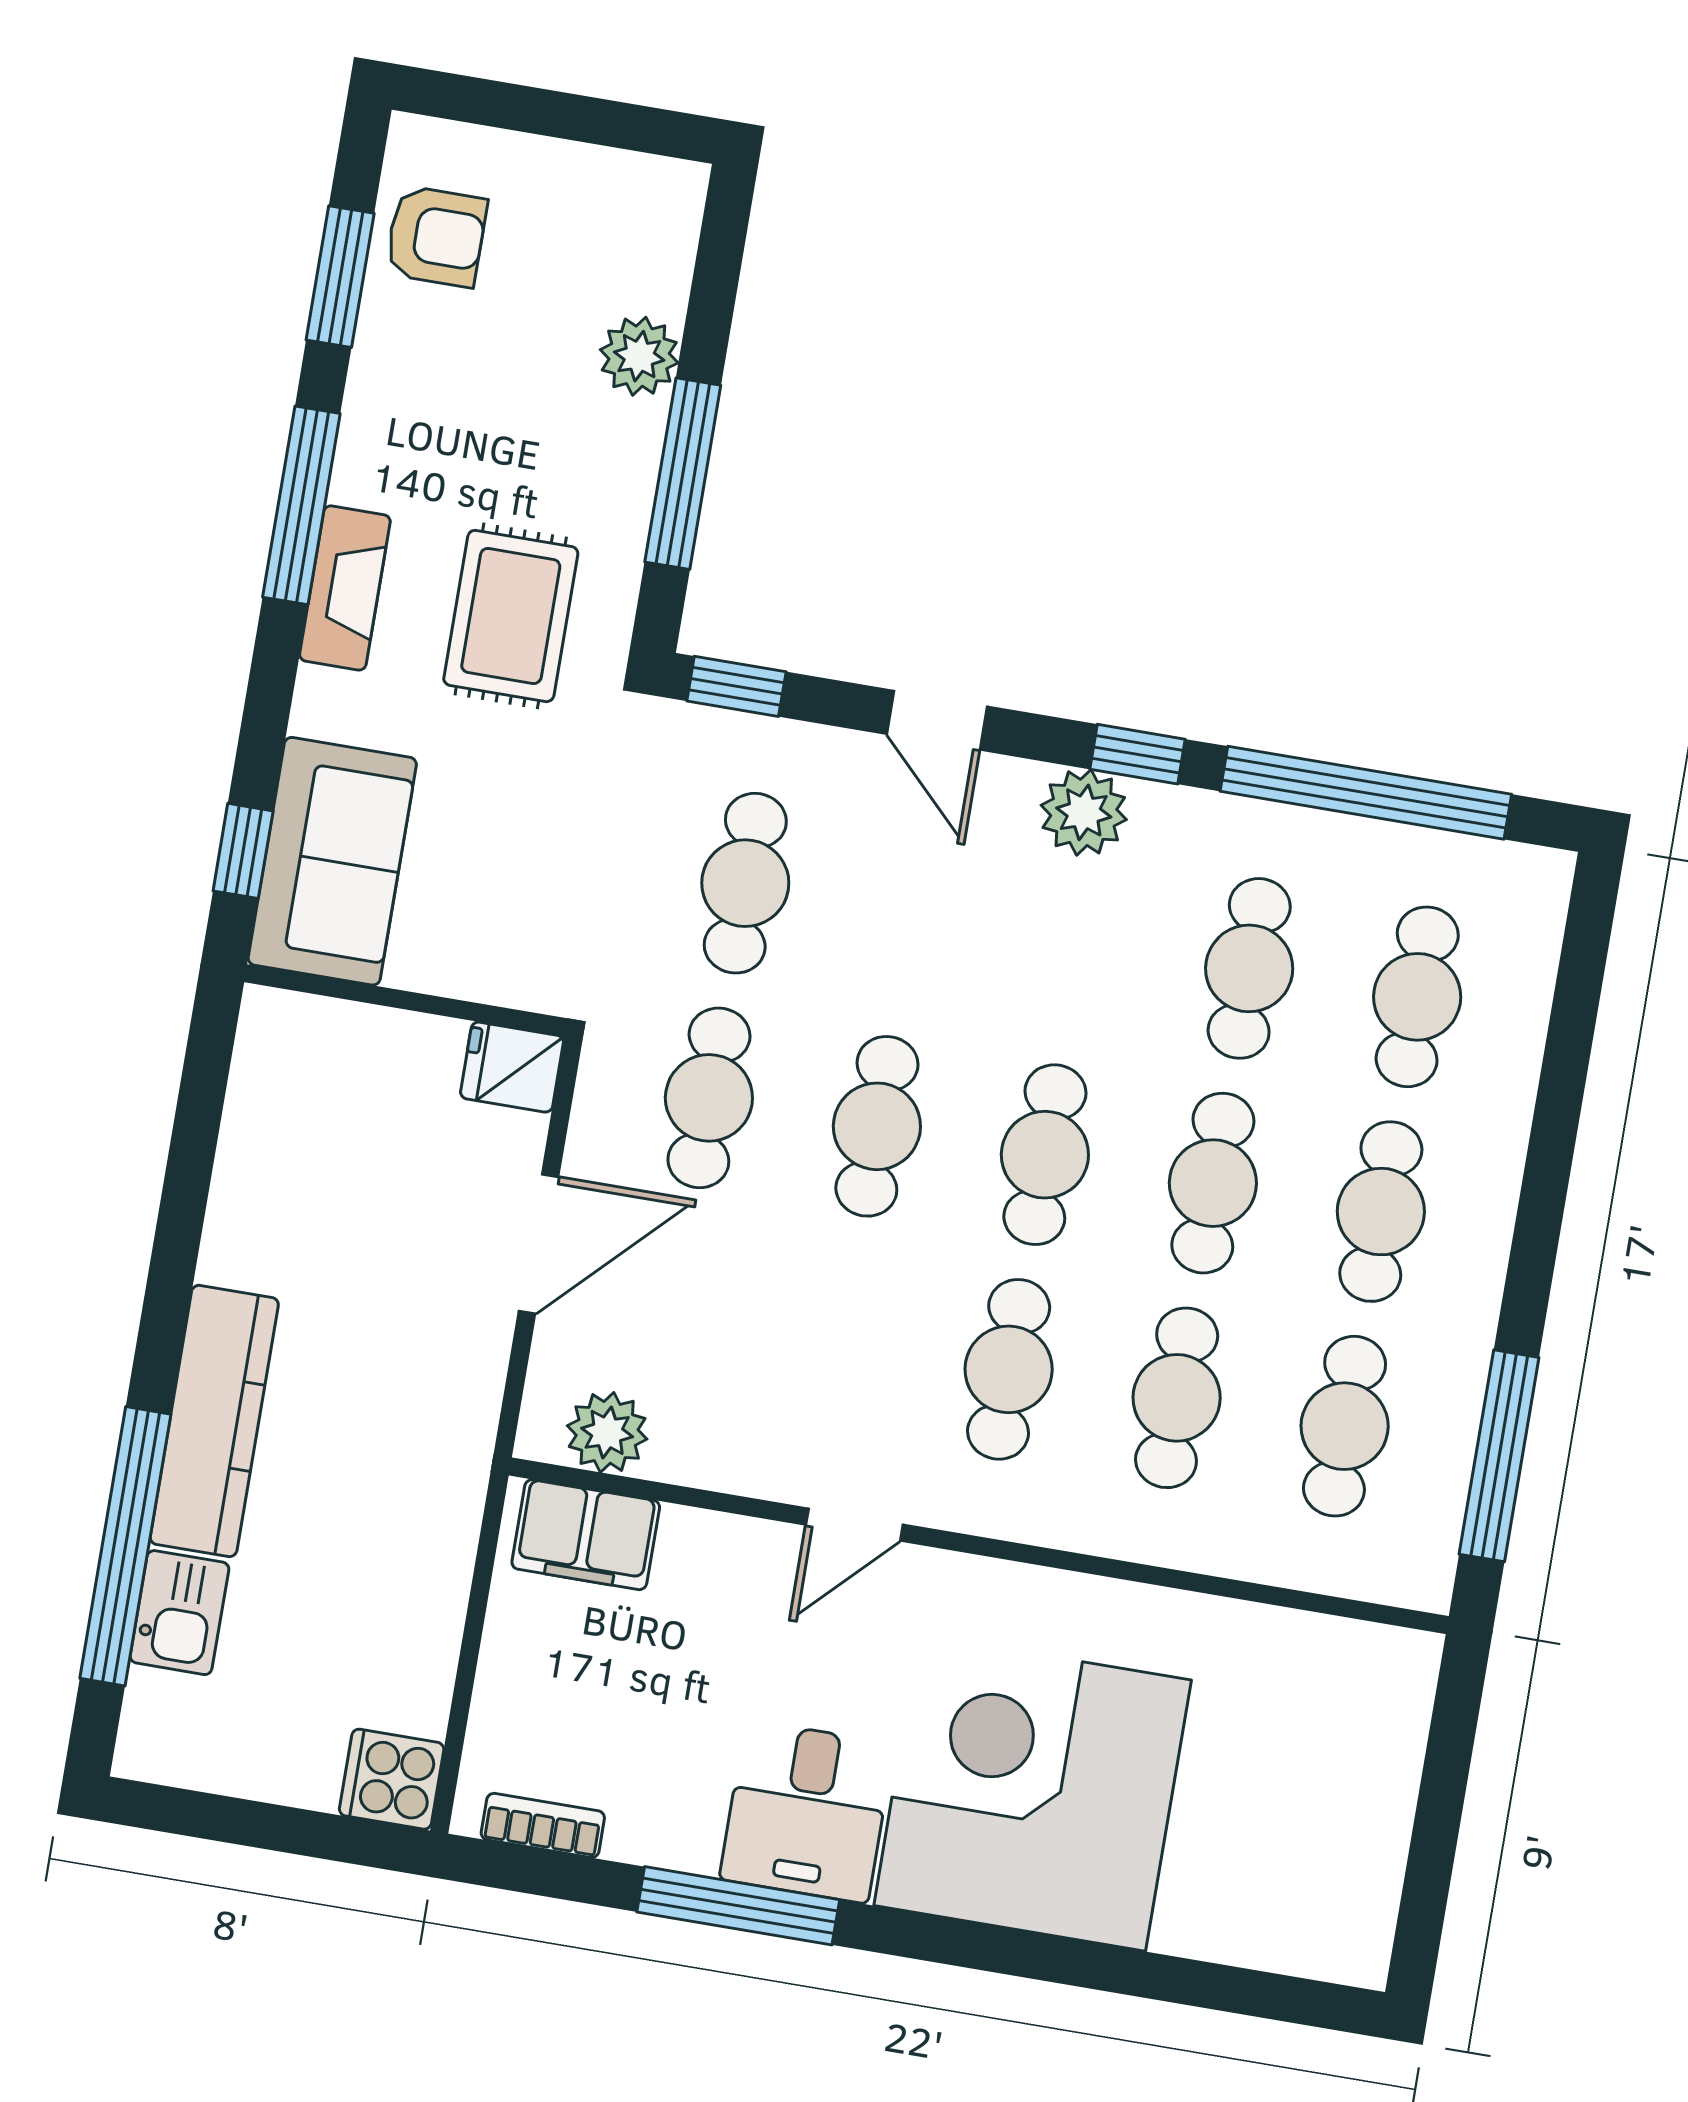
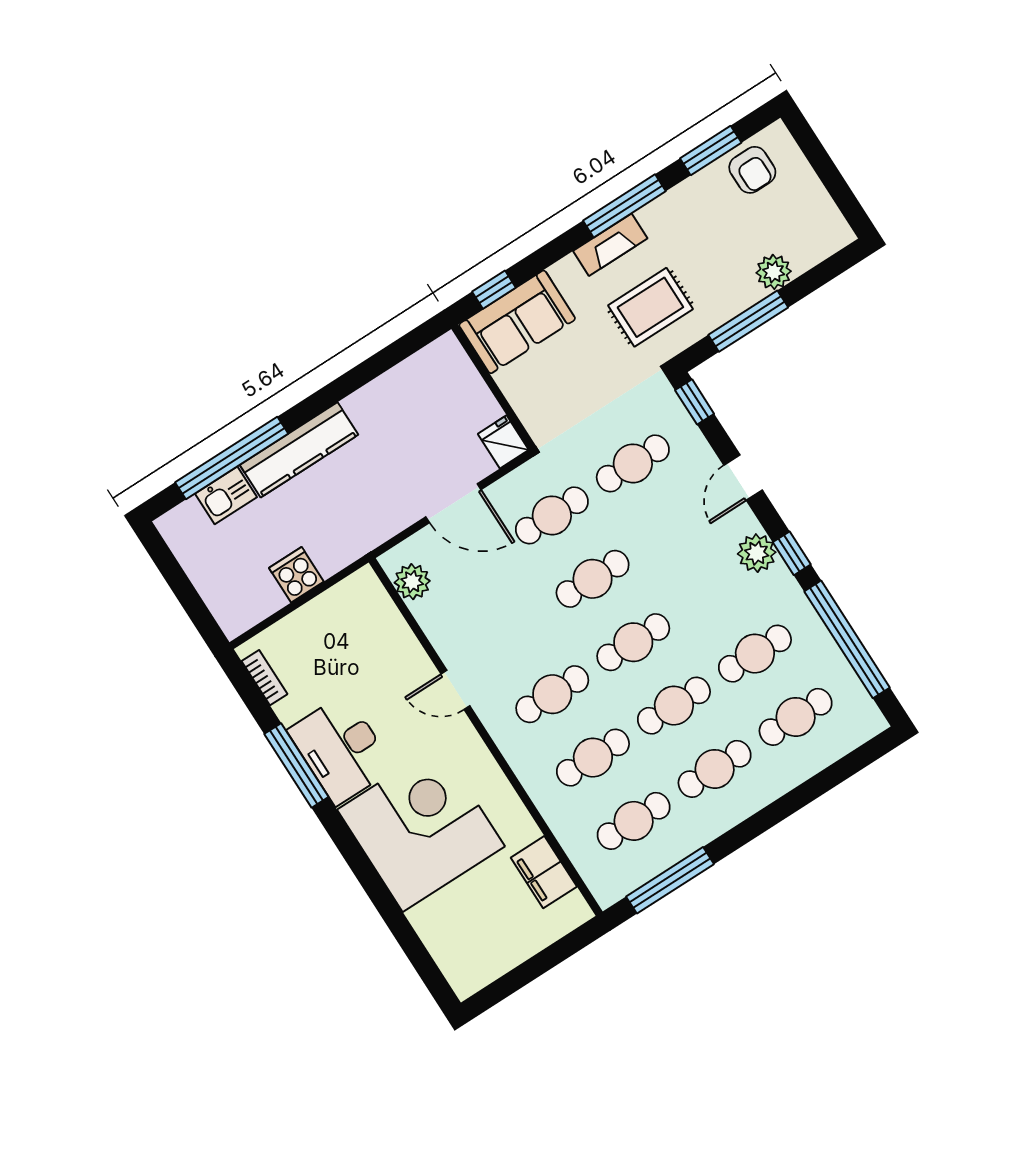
filing cabinet: (586, 1535) -> (544, 872), moved
cooker: (392, 1779) -> (296, 575), moved
desk: (807, 1812) -> (341, 749), width x1.37

